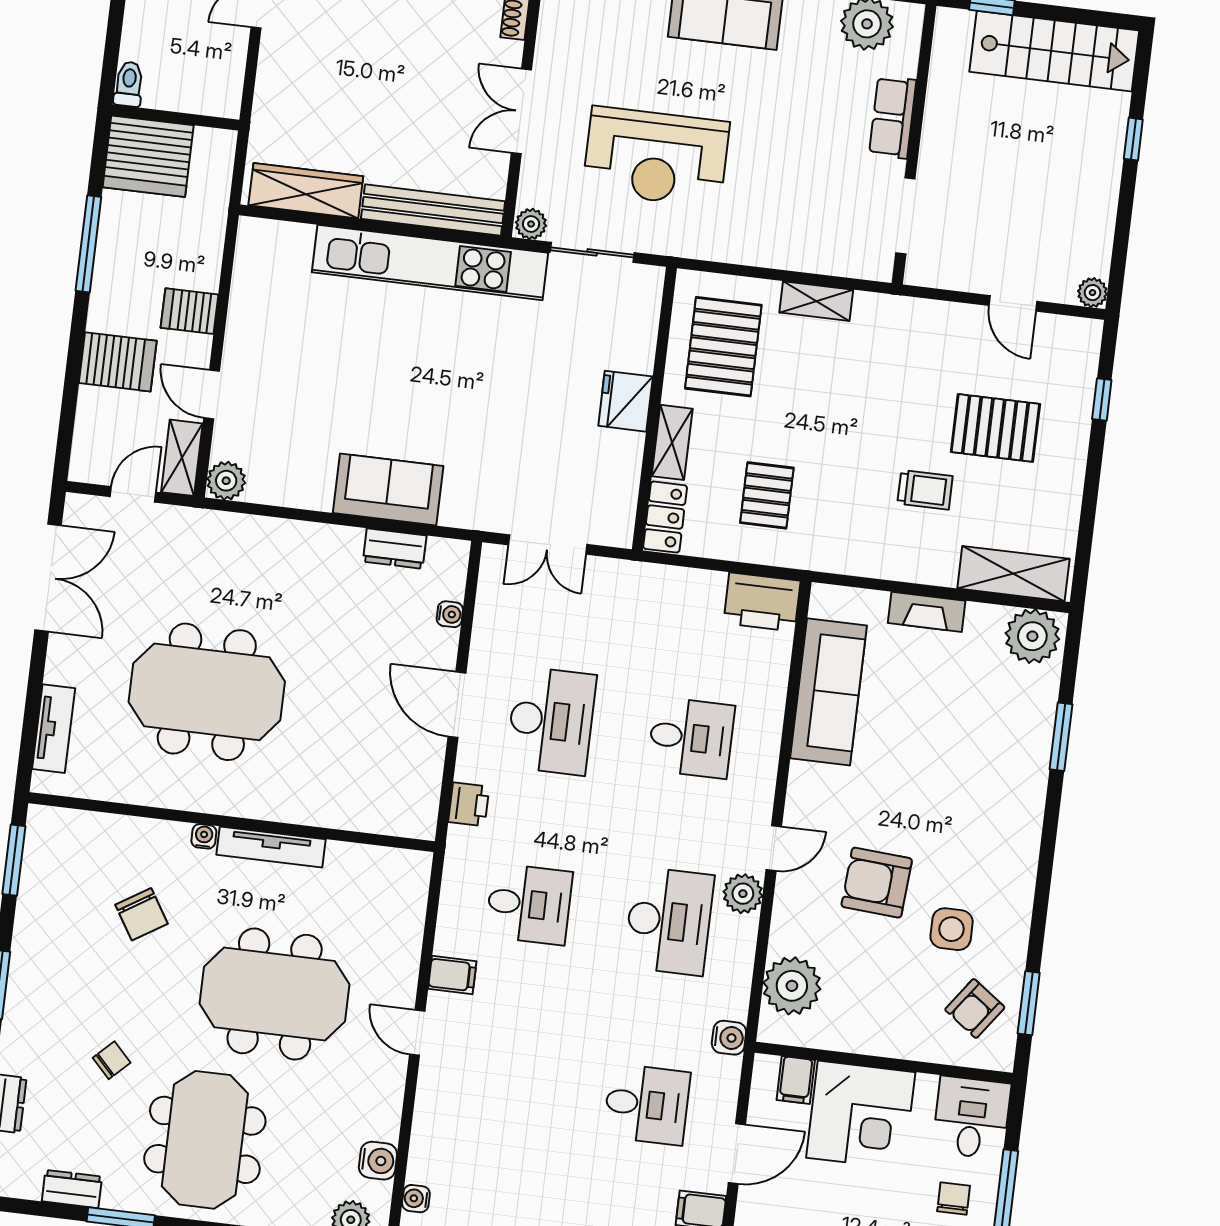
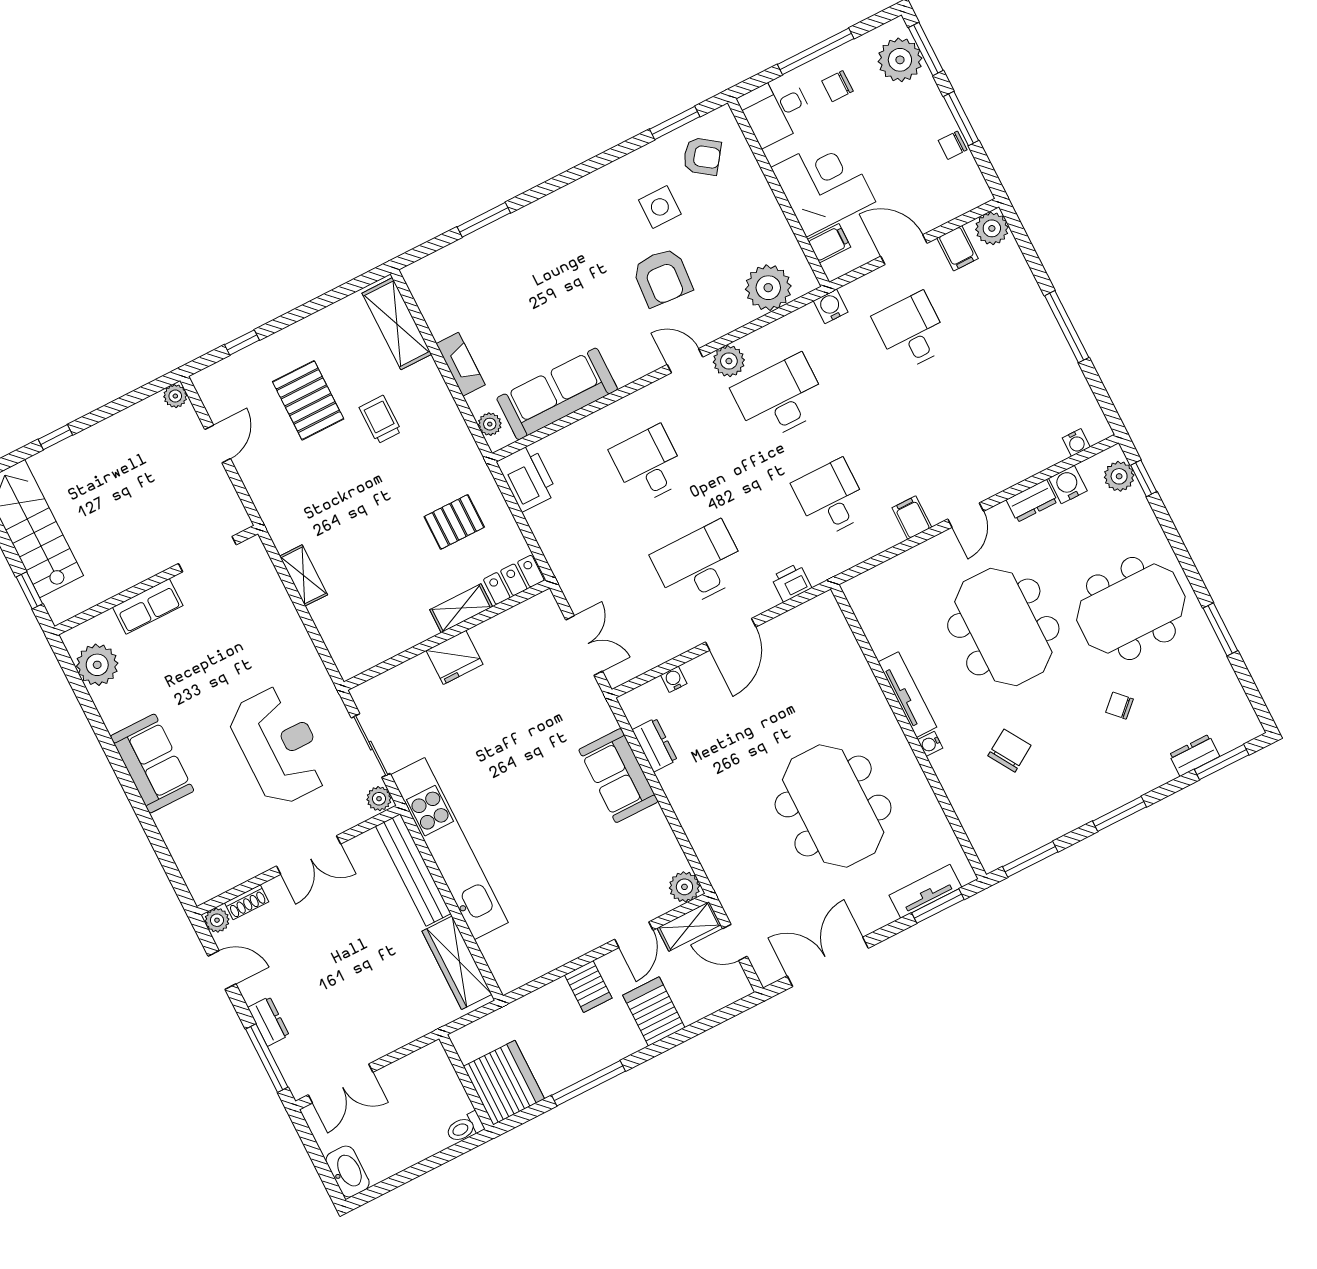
pallet: (723, 347) -> (375, 617), removed
plant: (1032, 636) -> (490, 424), moved, width x0.53, depth x0.53
window: (29, 731) -> (938, 906), added
dresser: (72, 1189) -> (1032, 501), moved, turned -90

